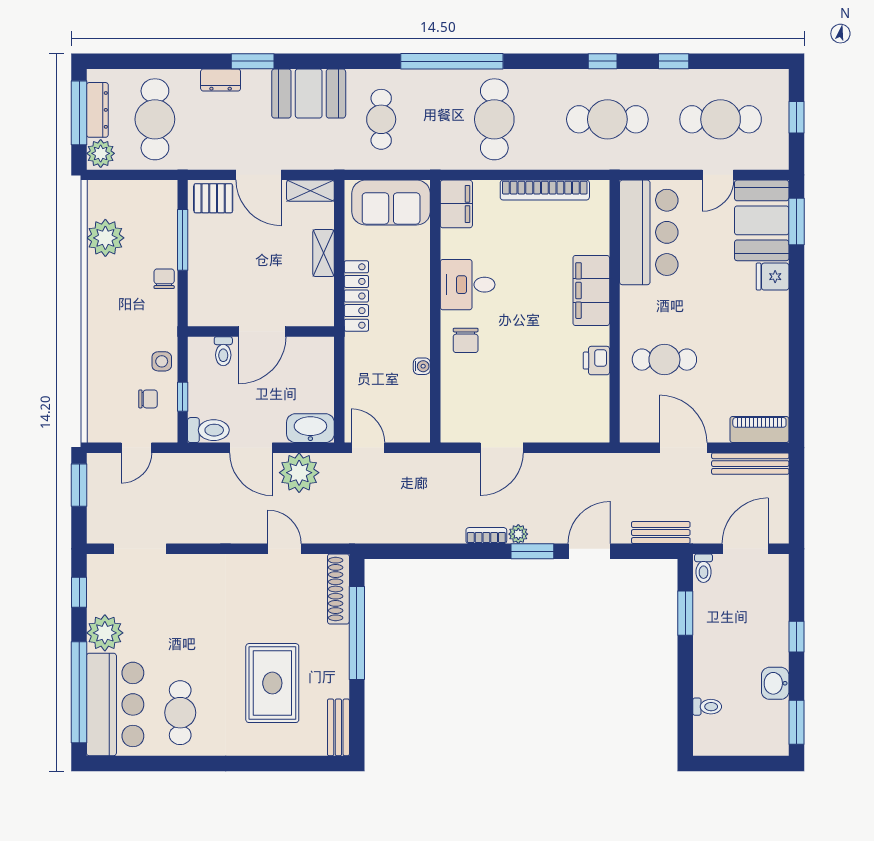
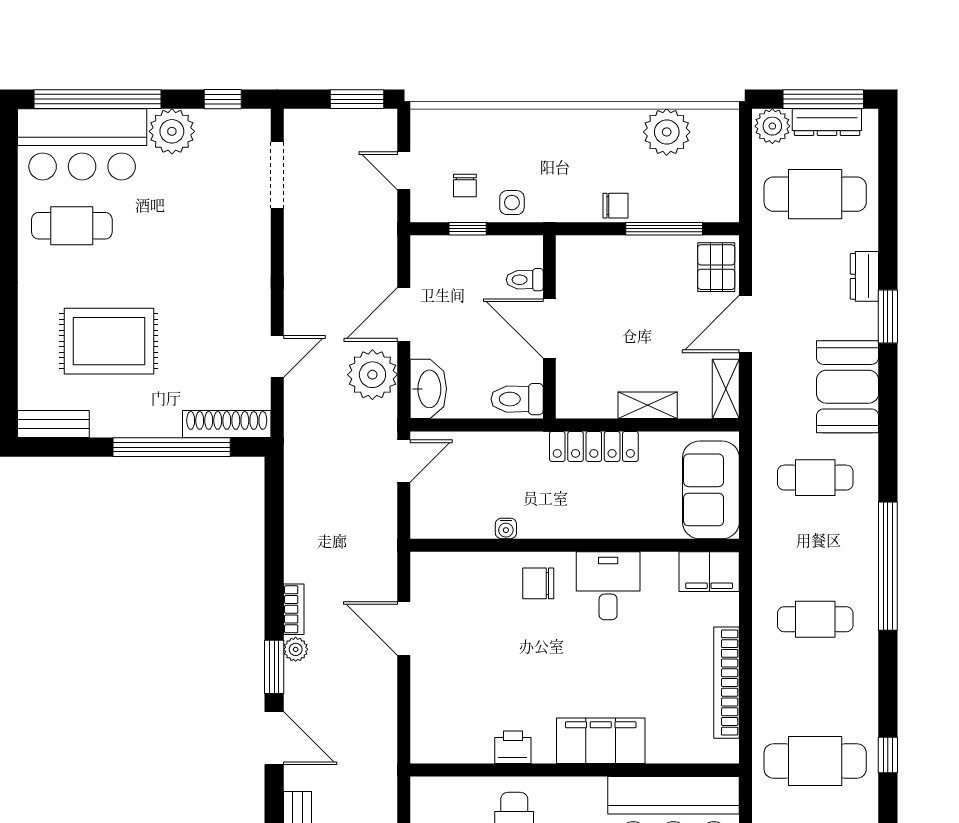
cafe table: (494, 119) -> (815, 619), width x0.73, depth x0.74
cafe table: (607, 119) -> (815, 761), turned 90
toilet: (208, 430) -> (517, 399), moved, turned 90

